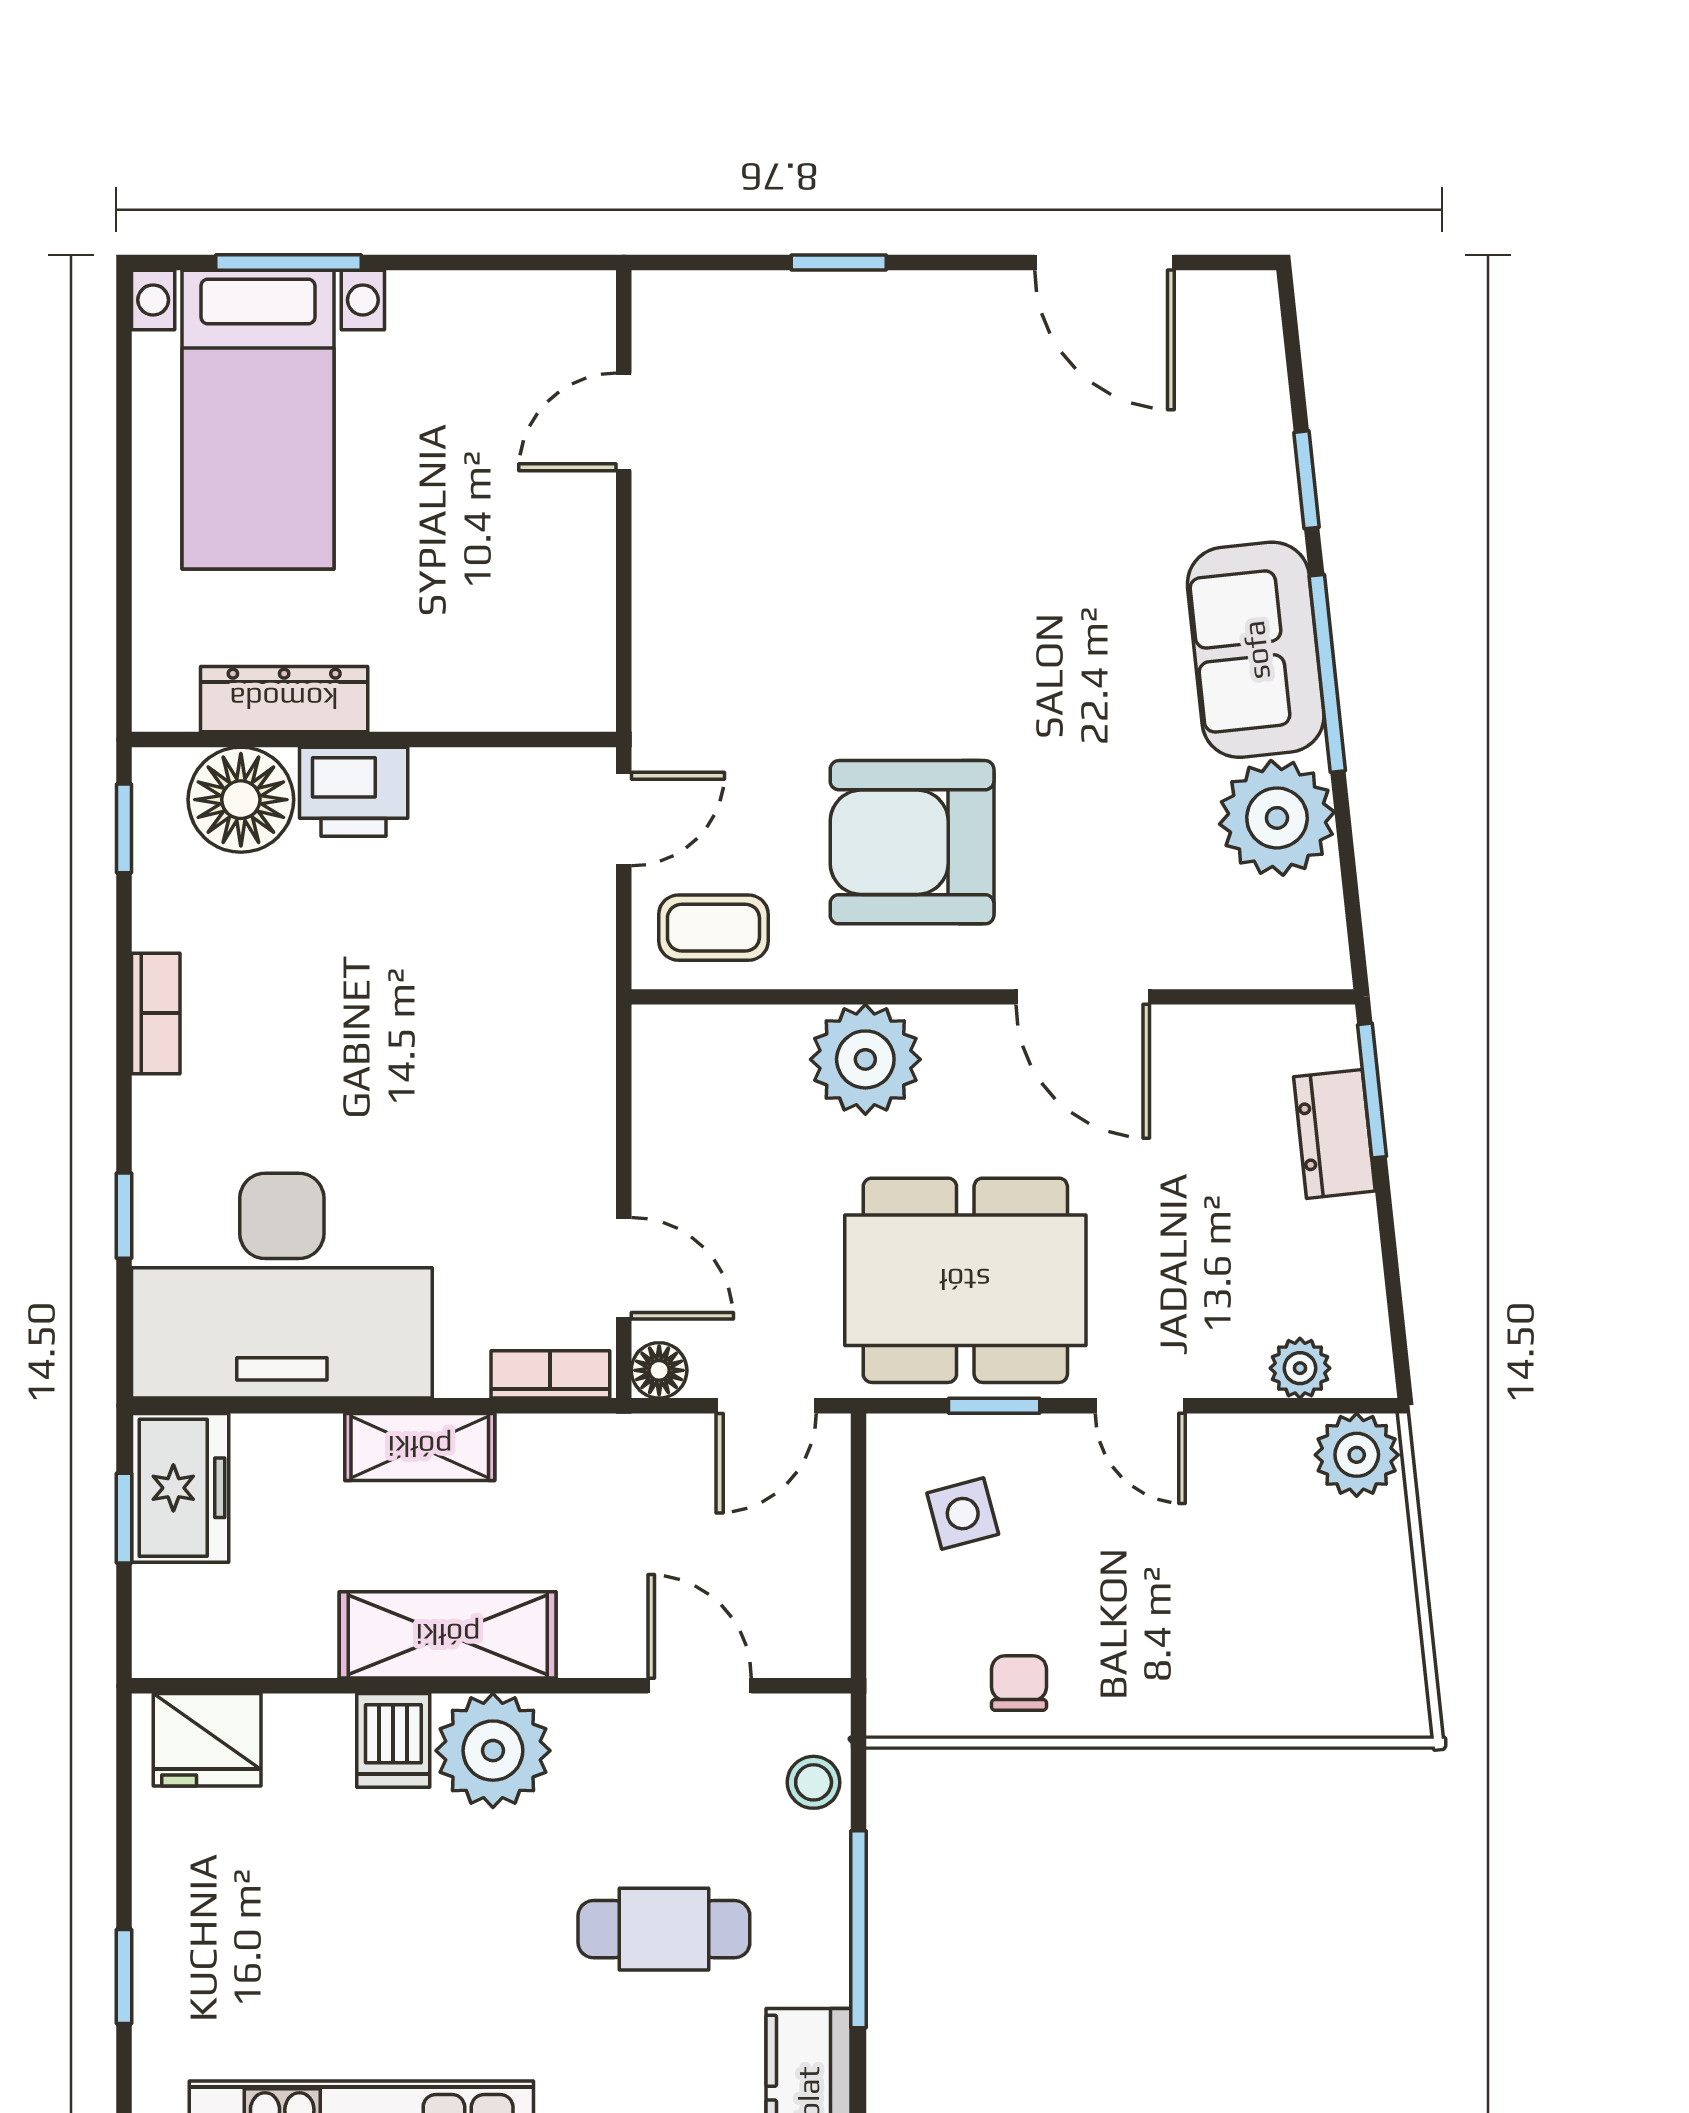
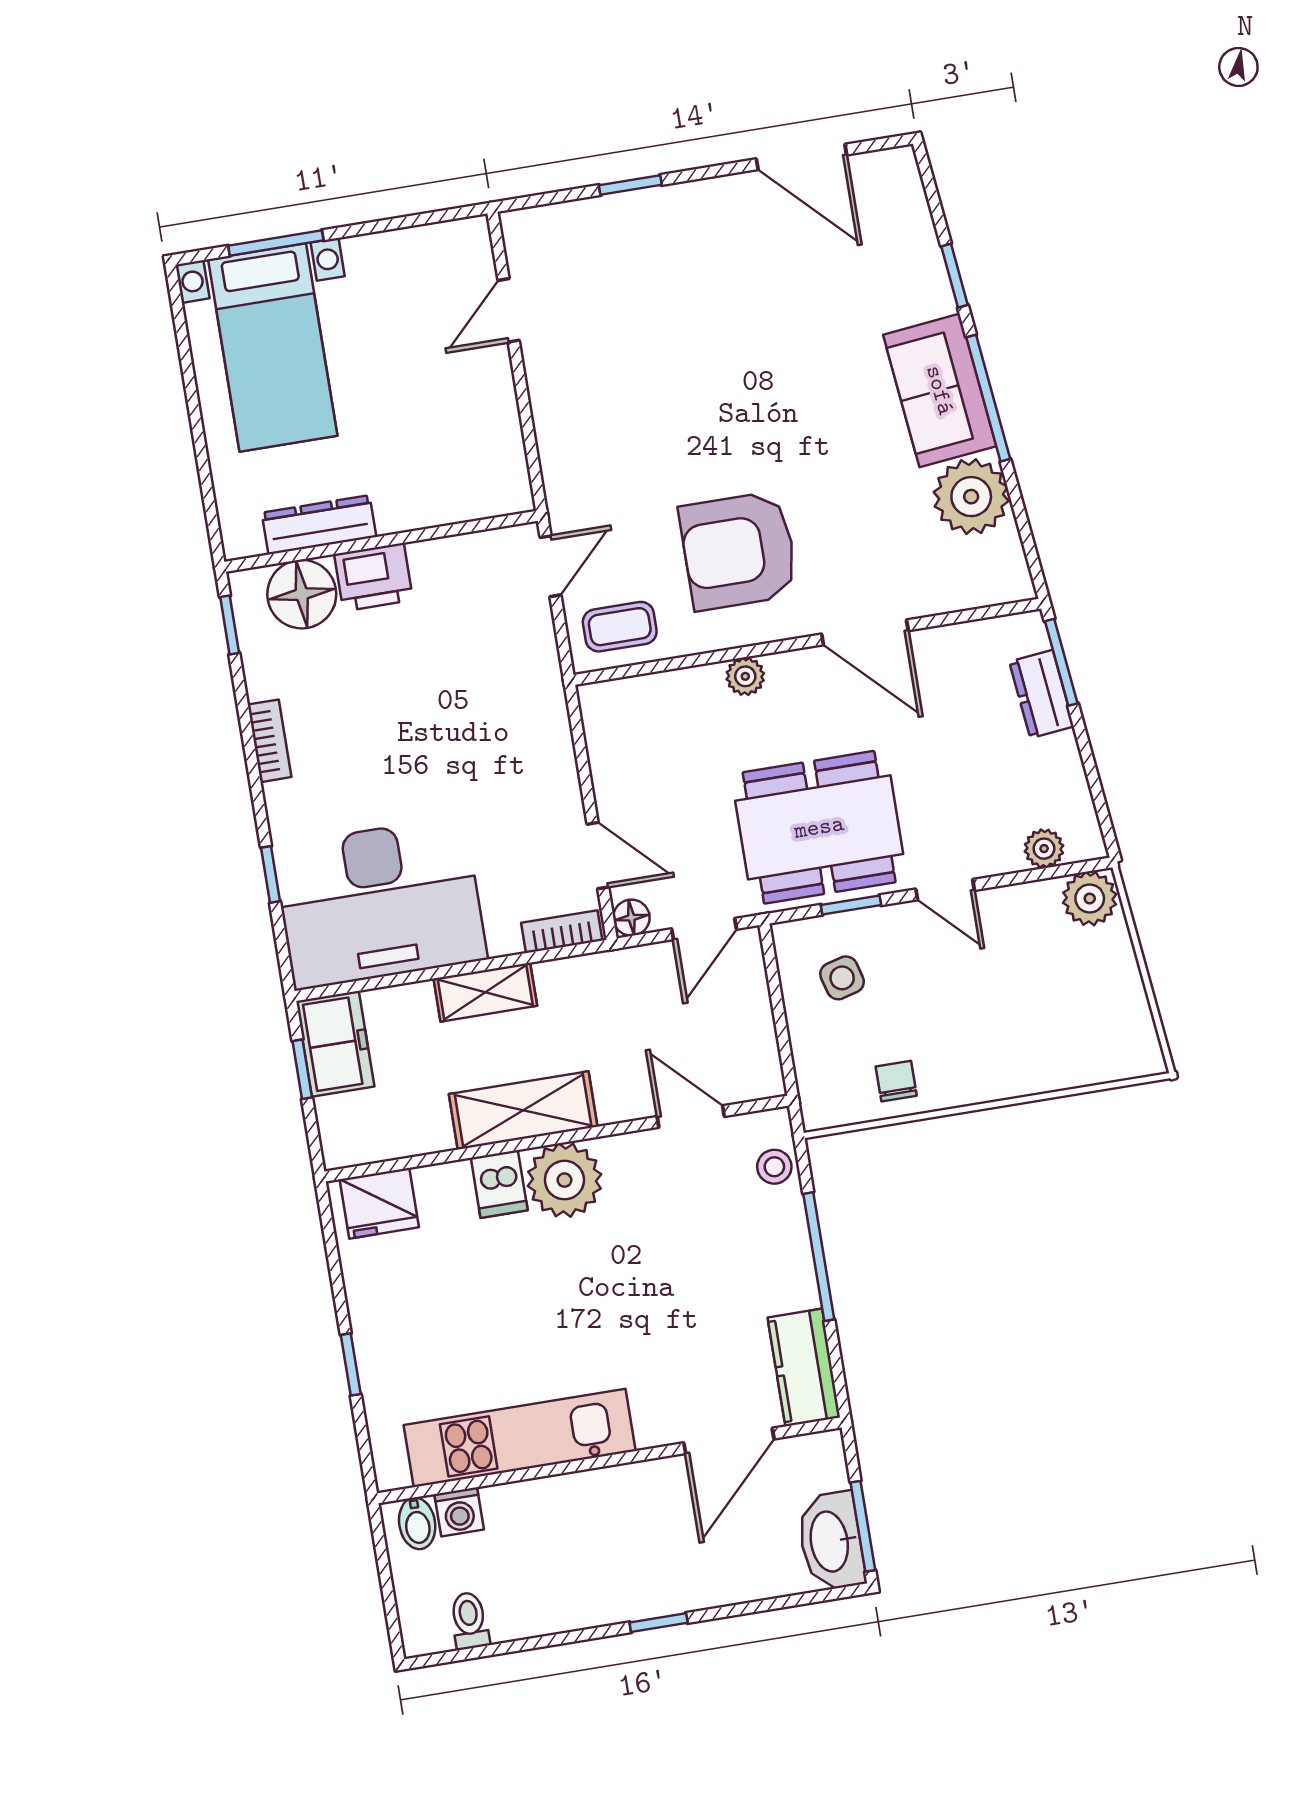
plant: (865, 1059) -> (745, 676), width x0.53, depth x0.53
cafe table: (664, 1929) -> (693, 1277), removed

